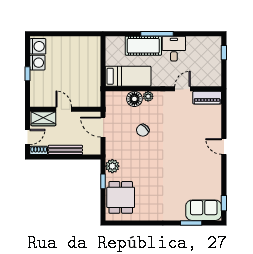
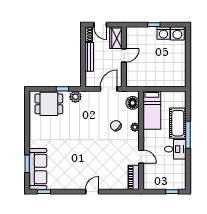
floor lamp: (134, 99) -> (133, 103), moved
chair: (143, 130) -> (116, 126), moved
sofa: (204, 210) -> (38, 169), width x1.36

